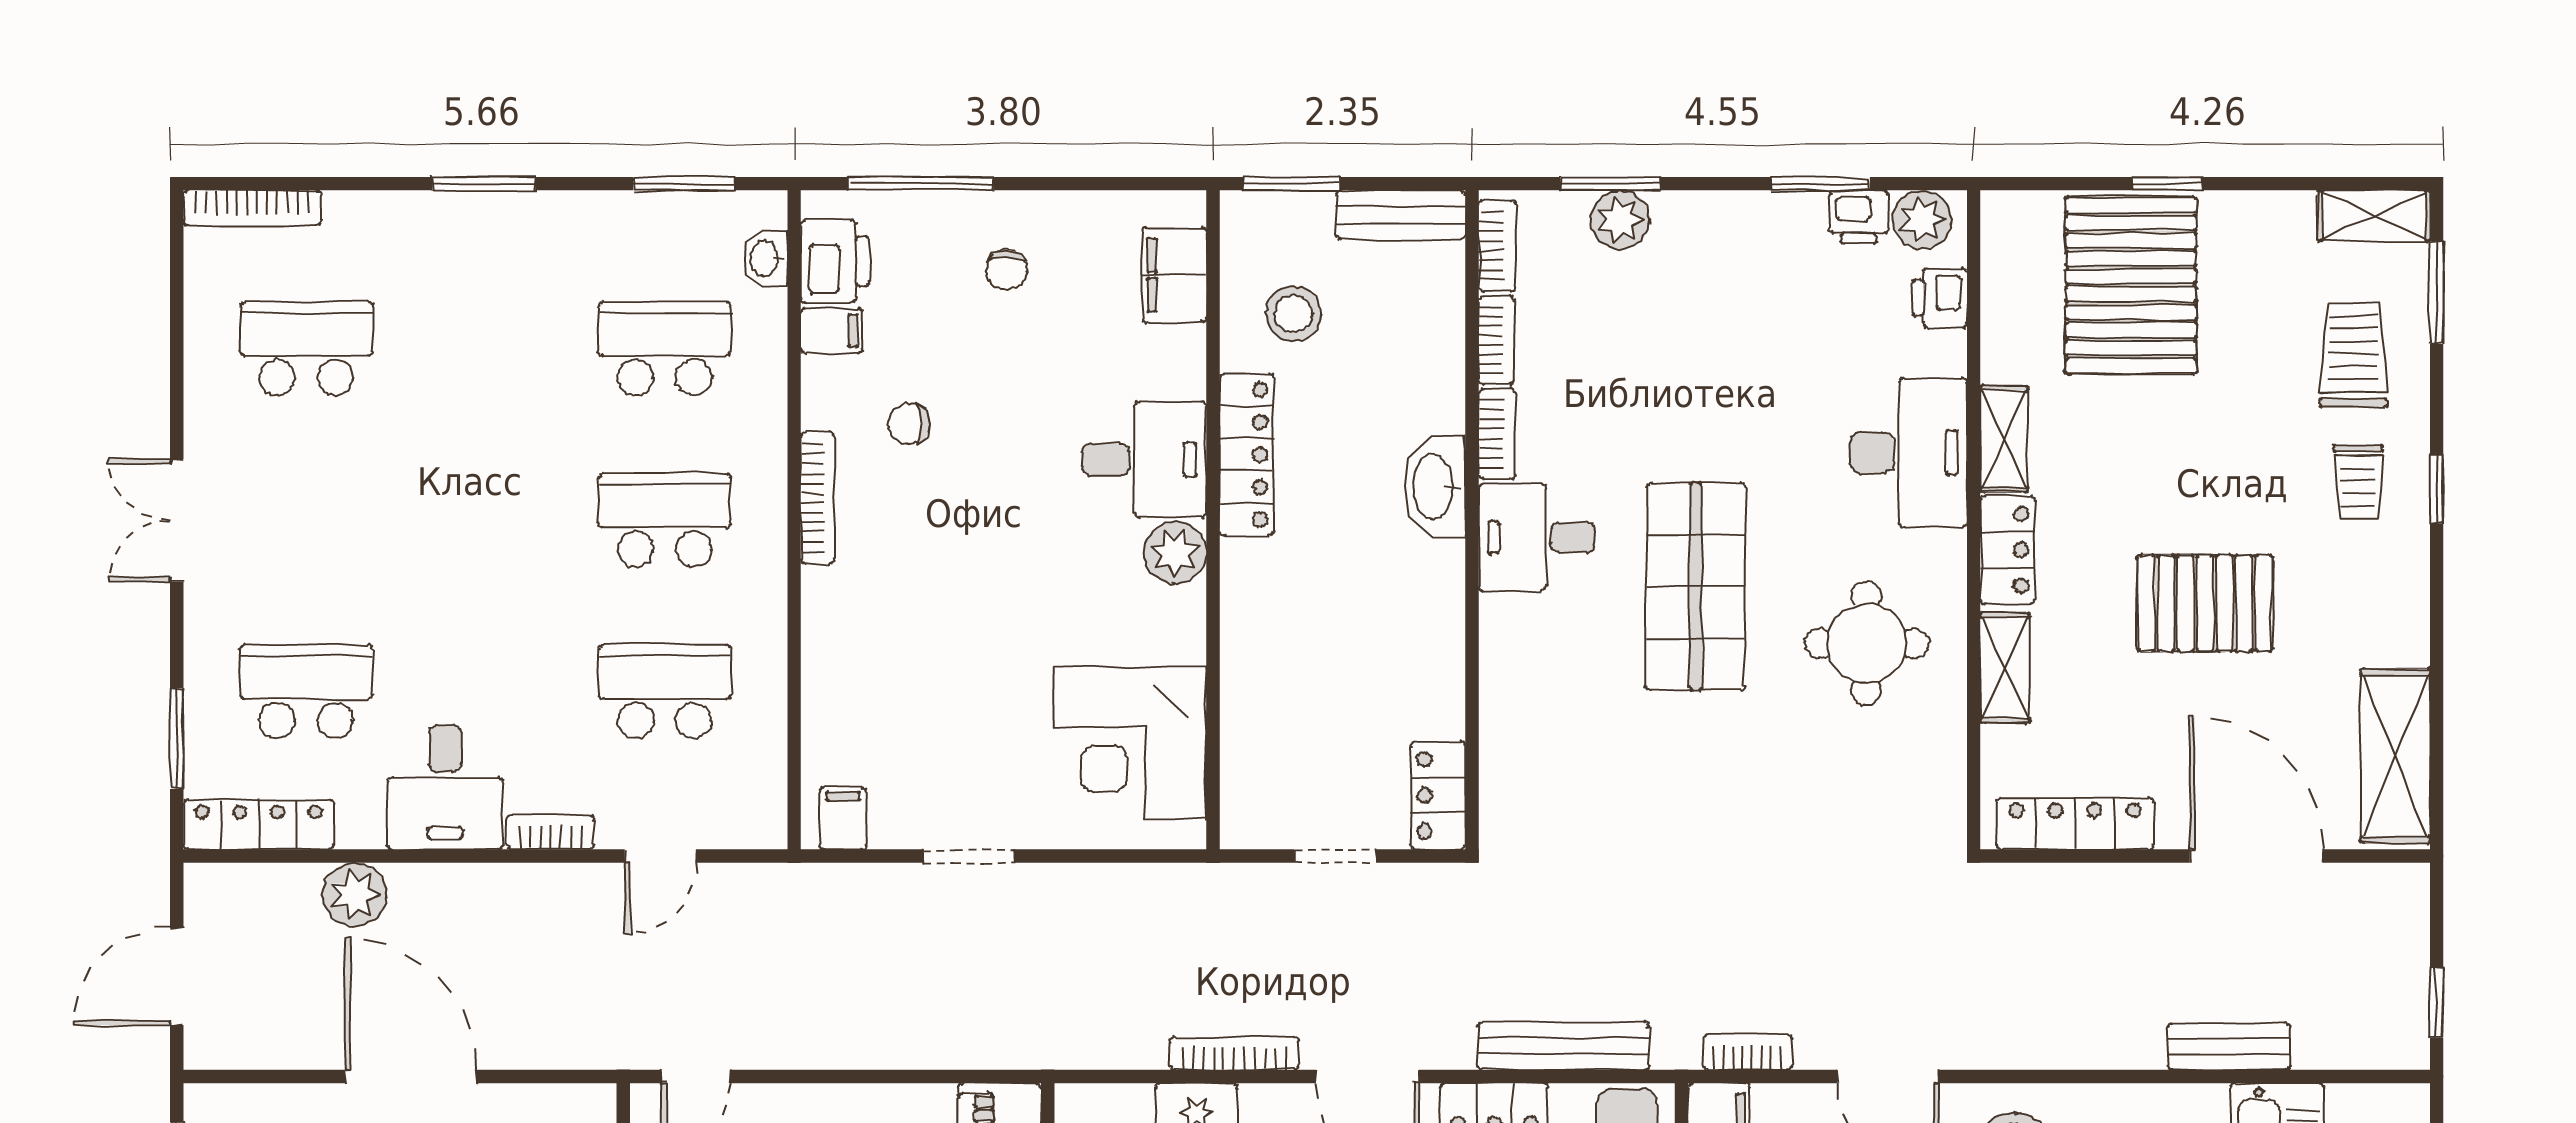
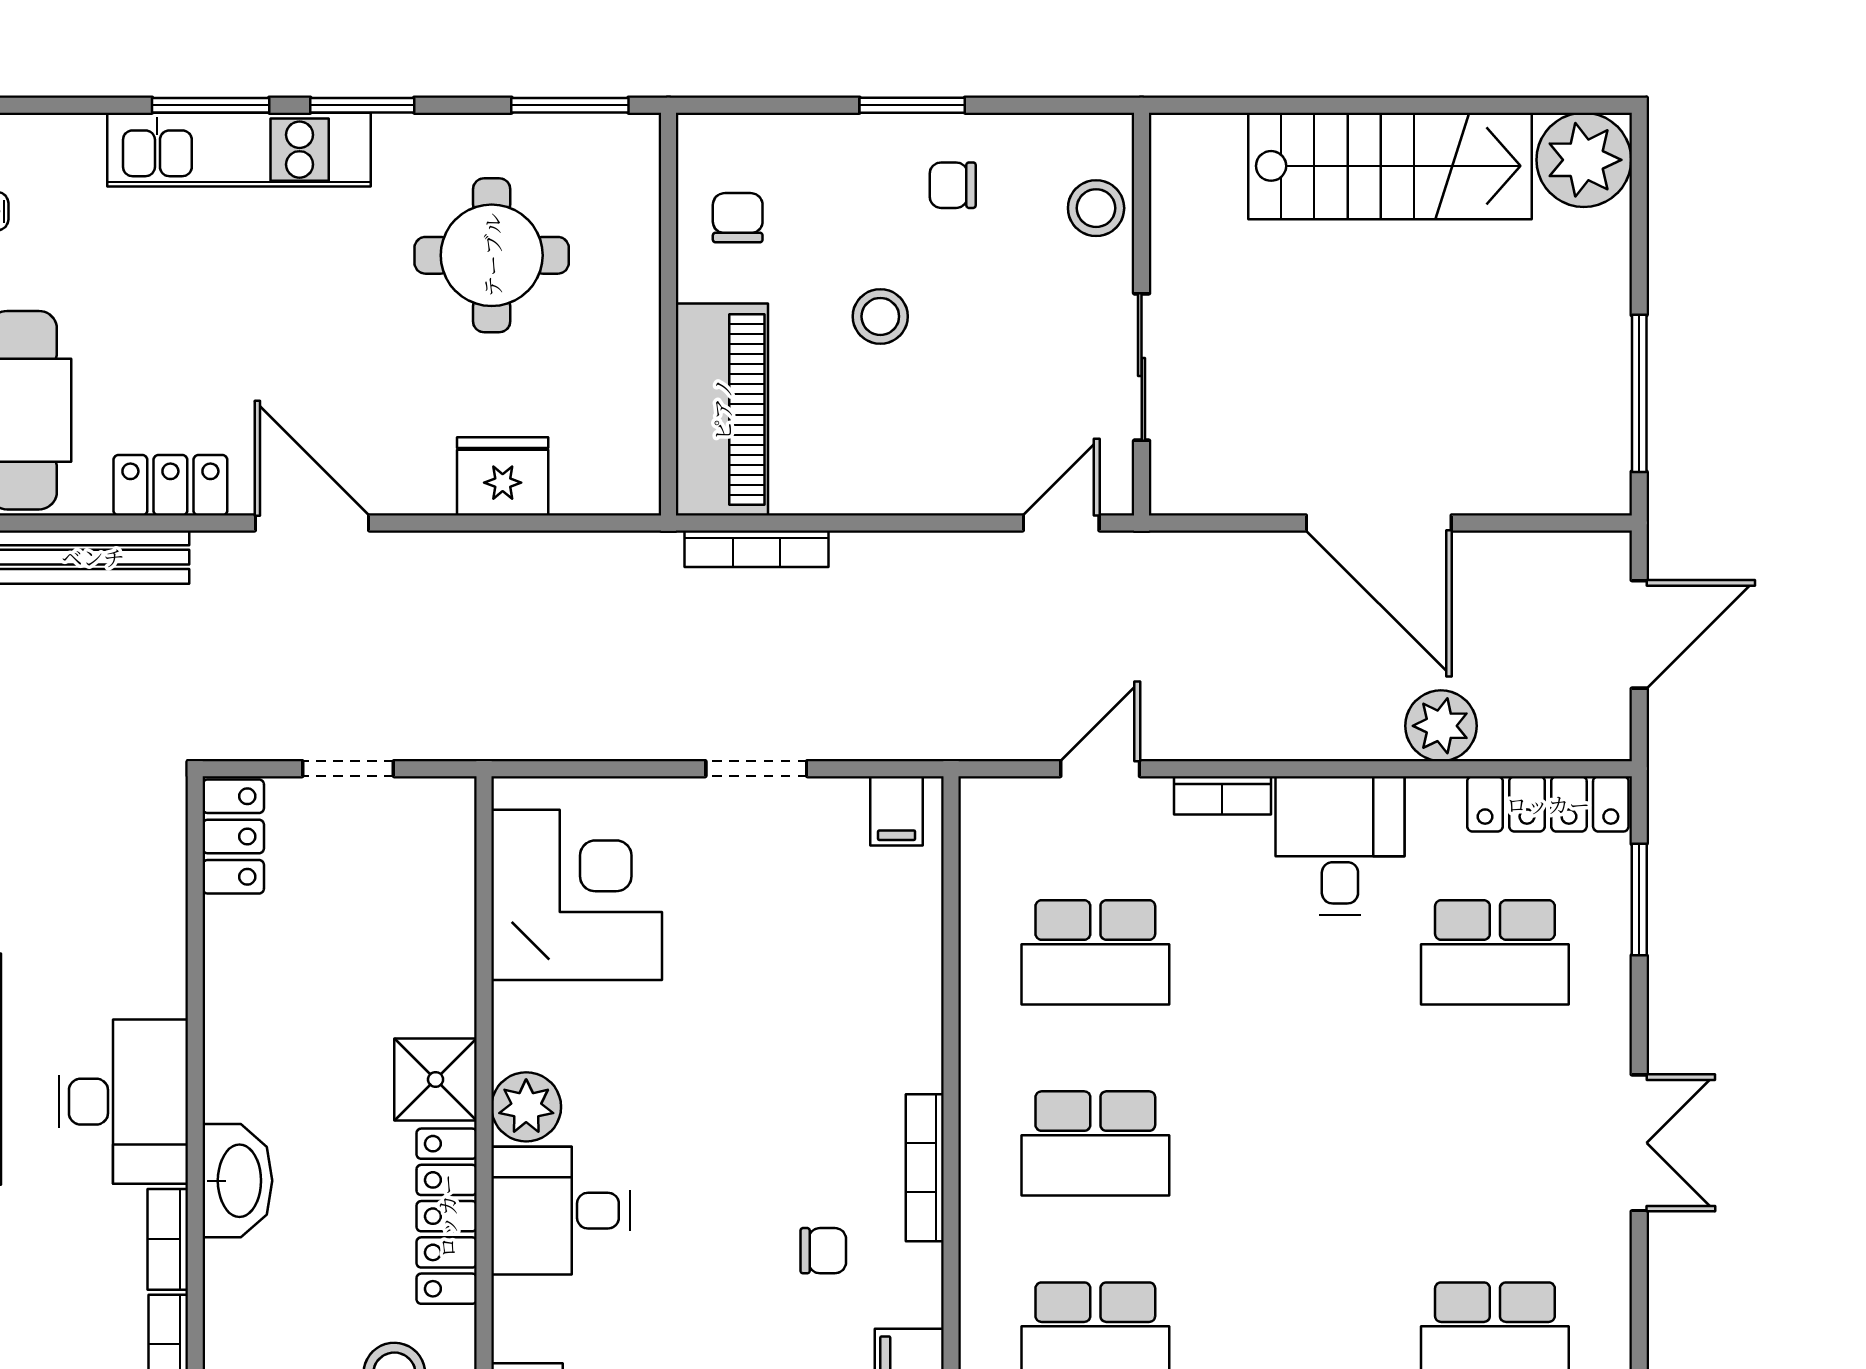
desk: (1537, 537) -> (123, 1102), width x1.37
shower: (1257, 577) -> (436, 1079), added
bookcase: (1234, 1053) -> (756, 549), moved

